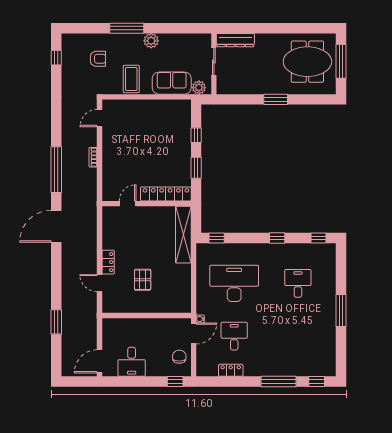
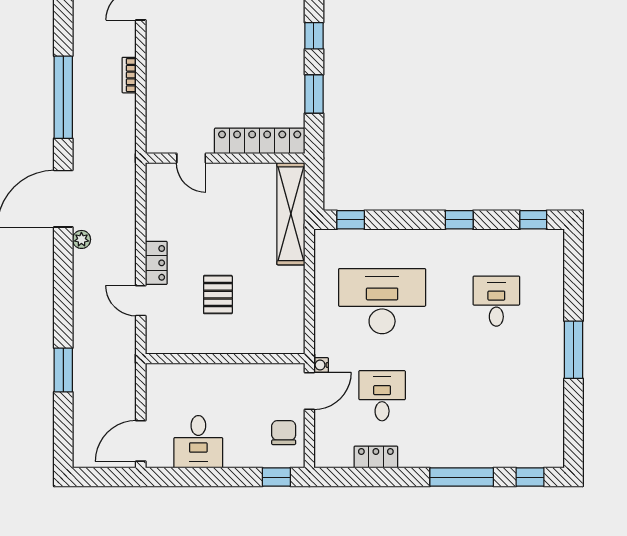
door: (128, 204) -> (191, 158), swing flipped
plant: (66, 249) -> (81, 239), added

